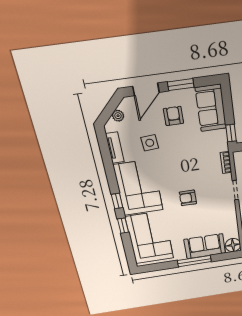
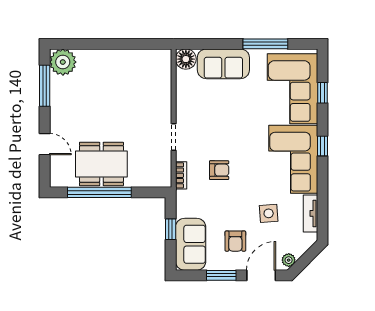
plant: (118, 116) -> (289, 260), moved
window: (231, 133) -> (171, 229), moved
armchair: (188, 198) -> (219, 170), moved
window: (123, 226) -> (322, 93), moved
window: (194, 261) -> (265, 44), moved

